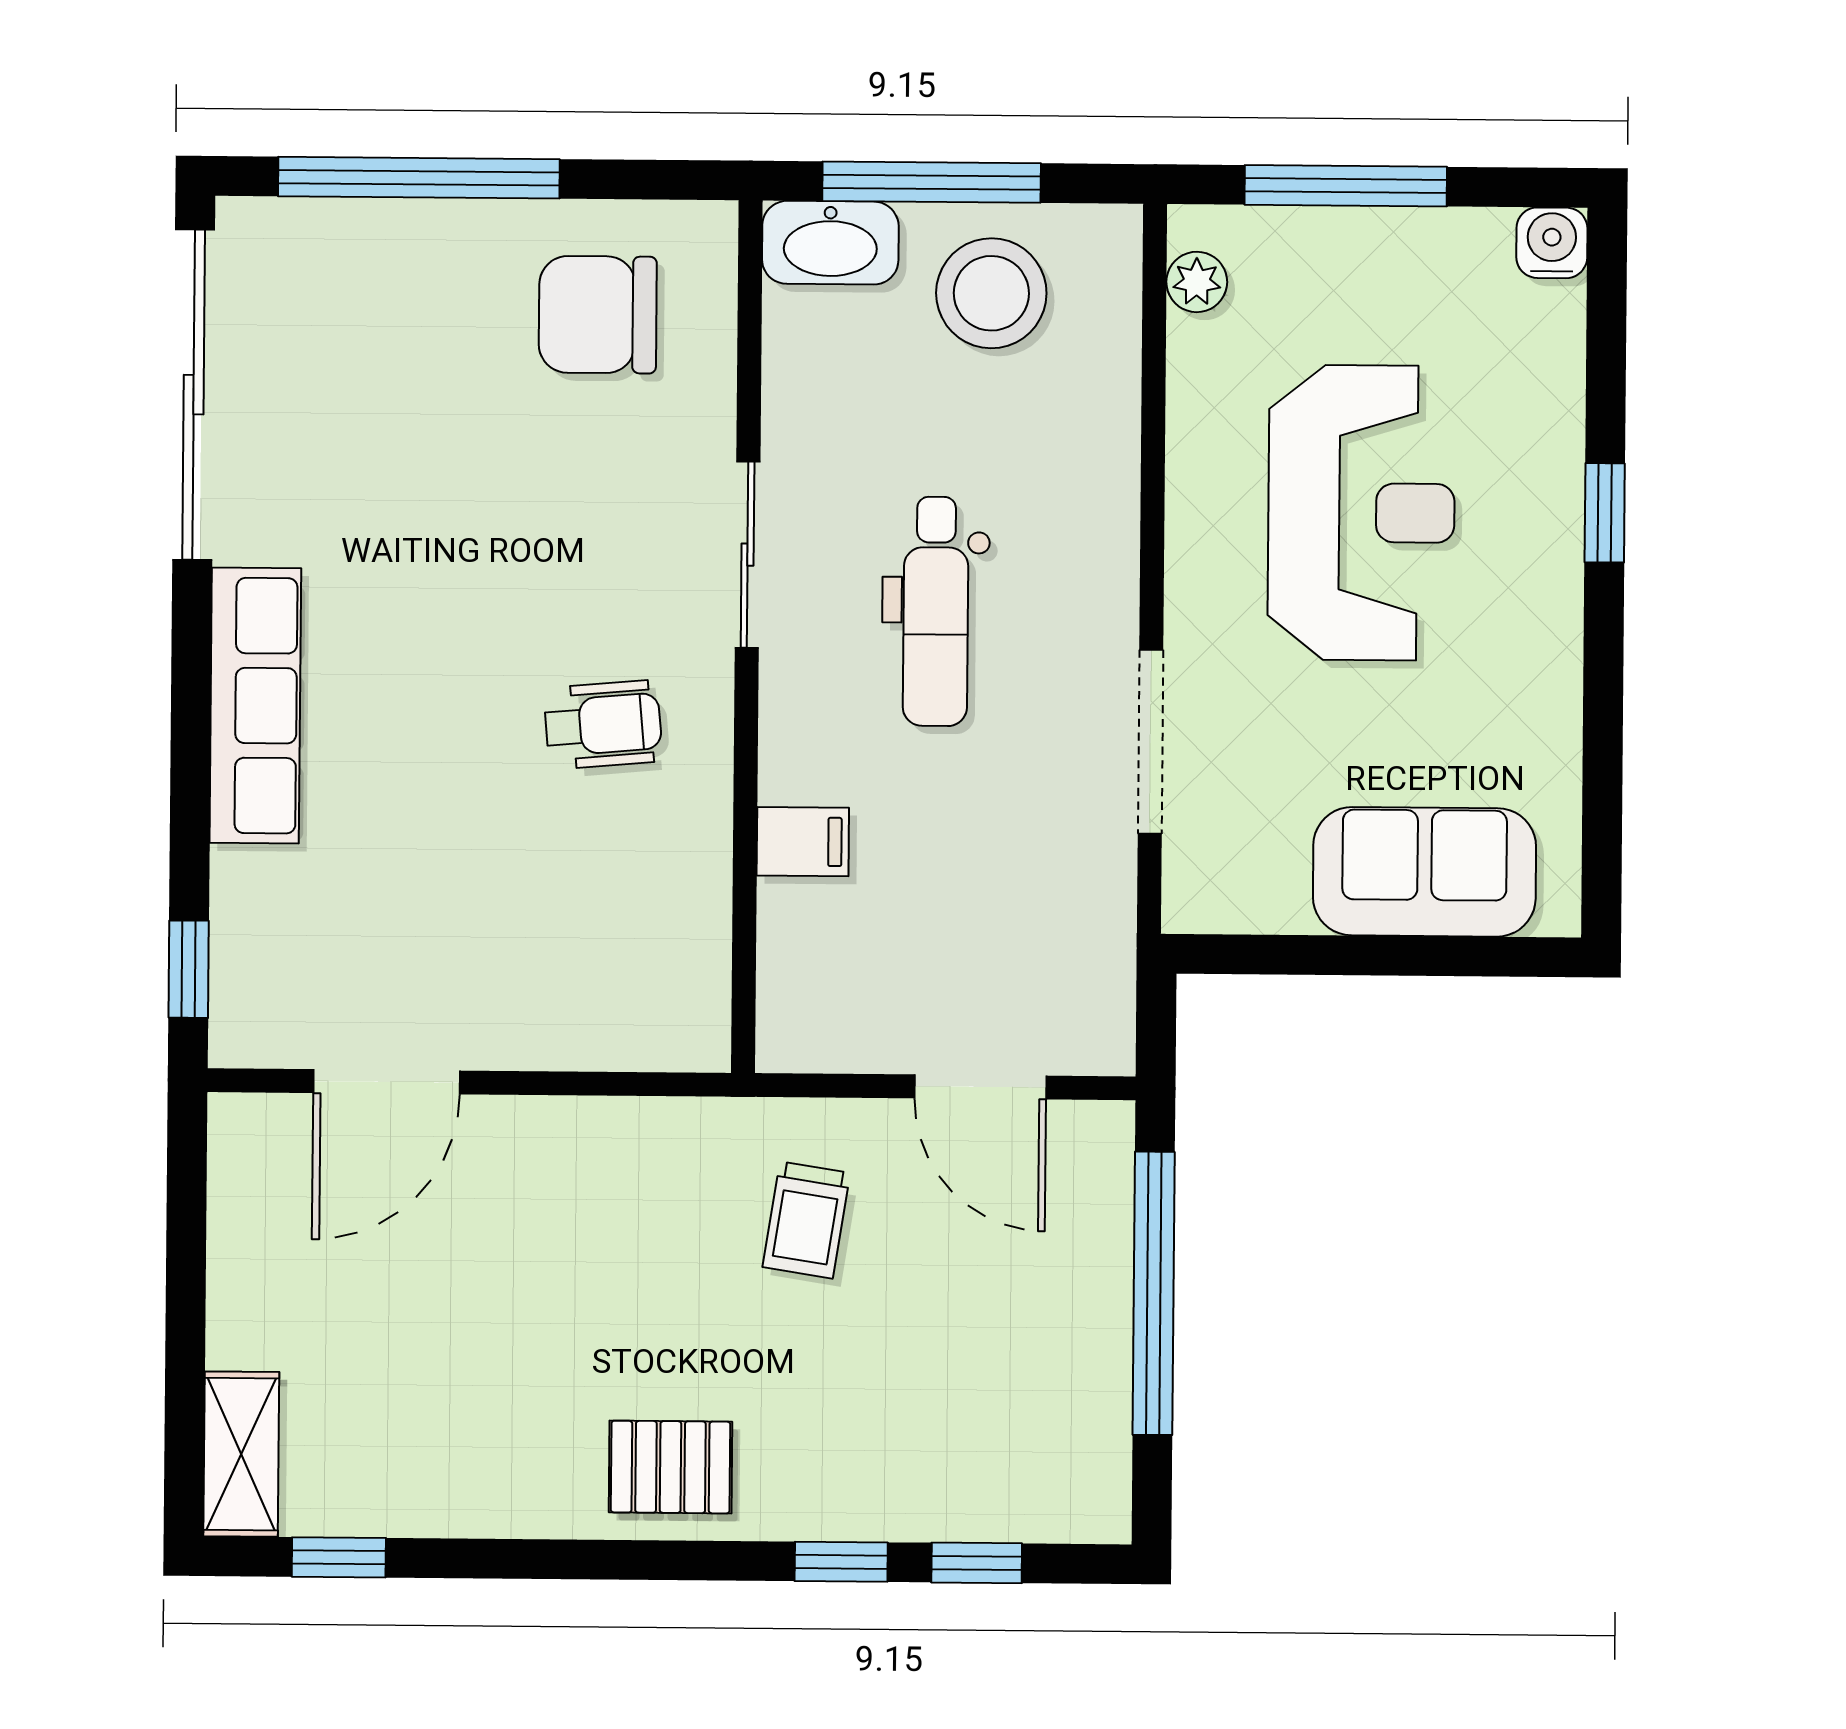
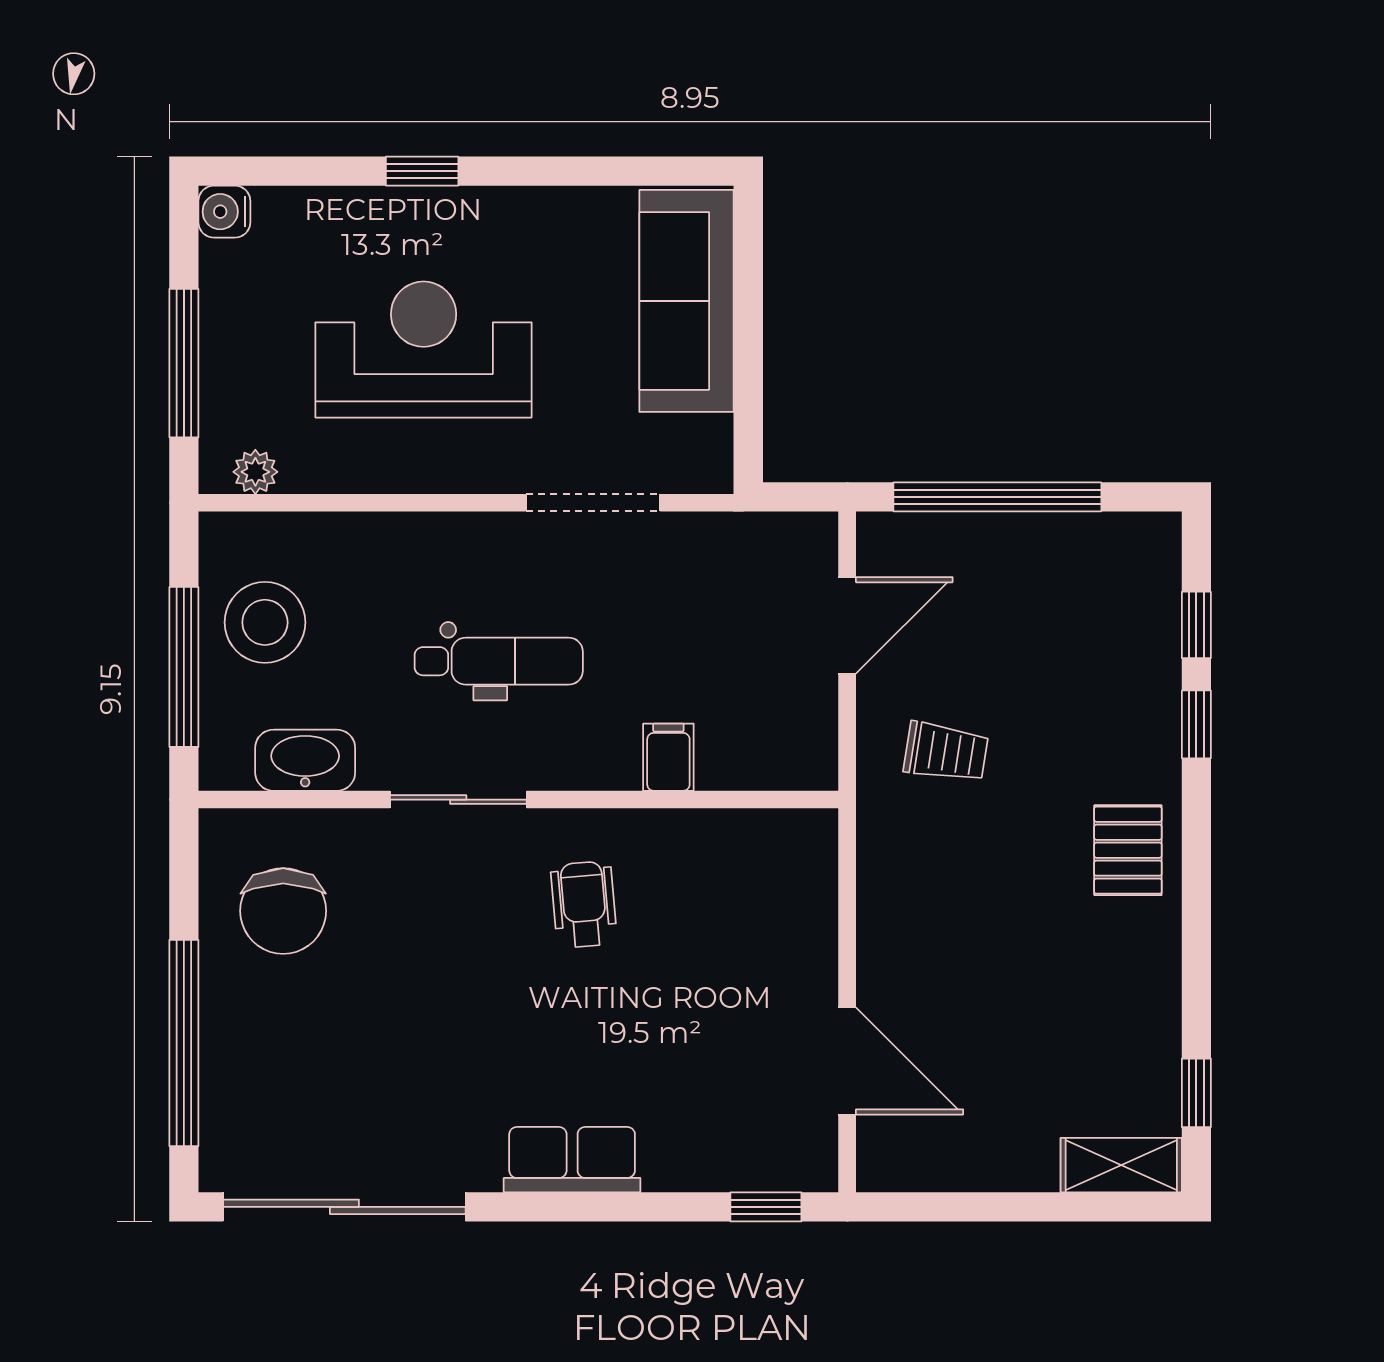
washbasin: (830, 243) -> (305, 760), moved, turned -90
row of seats: (255, 706) -> (572, 1160), width x0.68
sofa: (1424, 872) -> (687, 301), width x1.36

